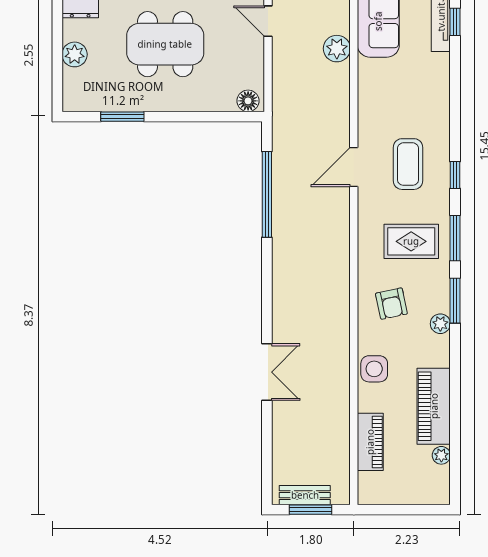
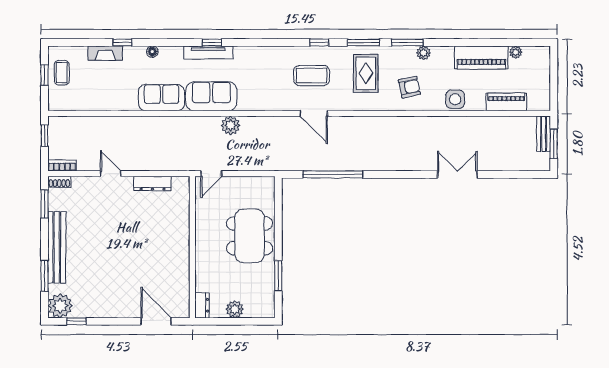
dining table: (165, 44) -> (250, 236), moved
floor lamp: (248, 101) -> (267, 188), removed
bench: (305, 495) -> (544, 134), moved

